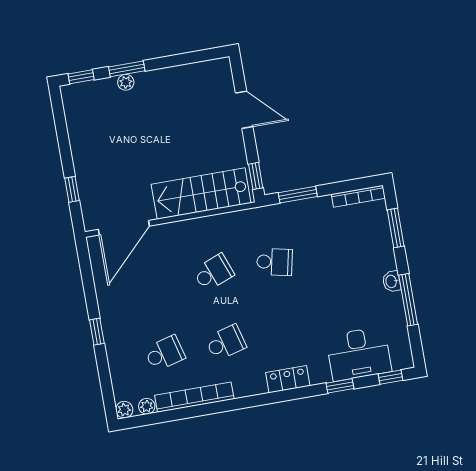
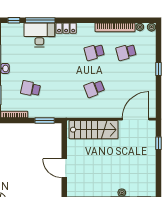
window: (256, 176) -> (64, 134), removed
school desk: (275, 262) -> (31, 89), moved
desk: (359, 354) -> (39, 35), moved
window: (340, 386) -> (40, 20), width x2.17

